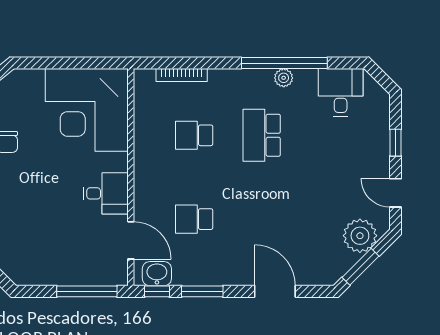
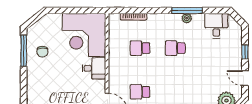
window: (284, 63) -> (187, 11), width x0.68
school desk: (262, 135) -> (175, 48), width x0.54
desk: (106, 193) -> (94, 68), moved

